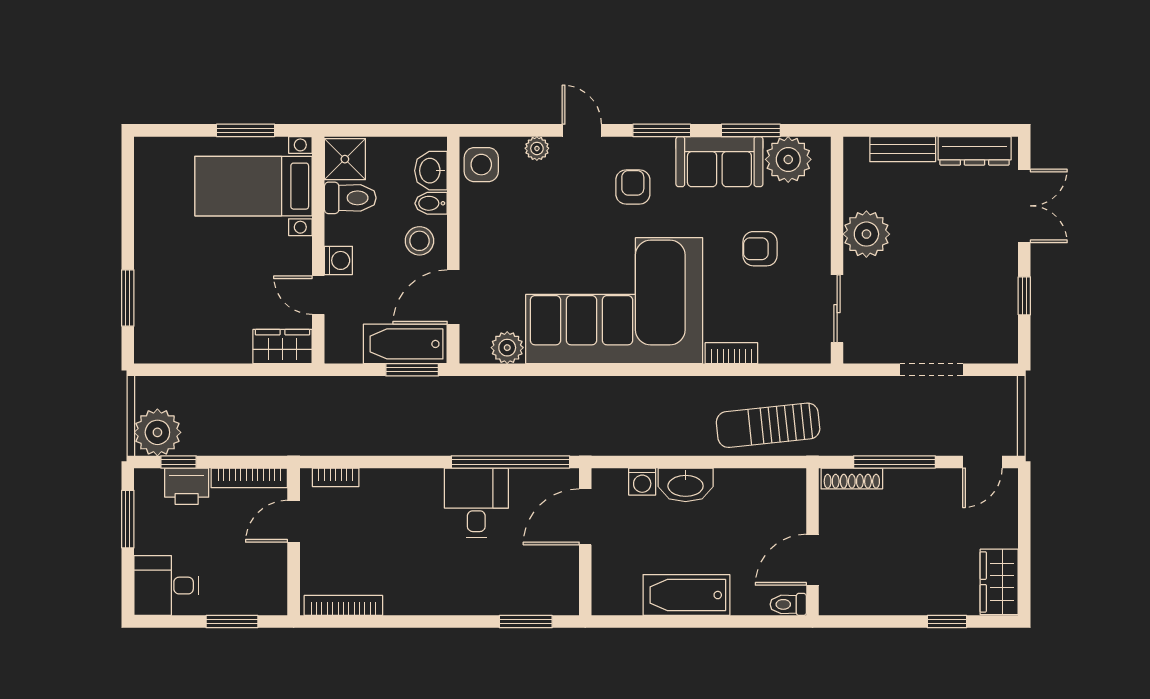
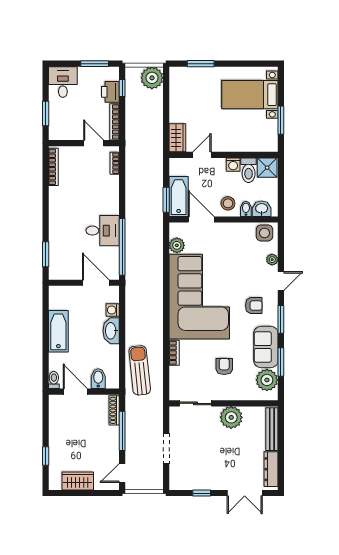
bench: (903, 149) -> (272, 429), width x1.36
bed with nightstands: (253, 186) -> (250, 95), moved, turned -90
washing machine: (338, 260) -> (233, 165), moved
plant: (157, 432) -> (152, 78), moved
door: (982, 462) -> (122, 473), hinge flipped
bidet: (785, 512) -> (98, 379), added
wardrobe: (999, 582) -> (78, 481), moved

